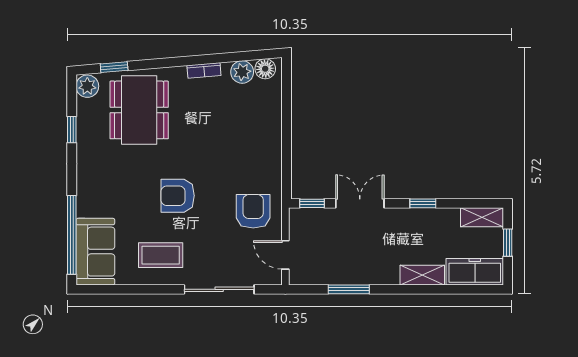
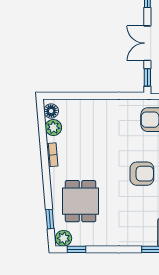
dining table: (139, 110) -> (81, 201), width x0.73
window: (72, 130) -> (77, 249), moved
armchair: (178, 196) -> (142, 174), turned -90

